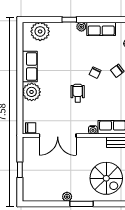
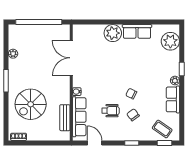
wheelchair: (78, 93) -> (111, 111), moved
chair: (31, 128) -> (79, 32), removed
window: (20, 170) -> (39, 22), width x3.17
plant: (67, 197) -> (13, 54), moved

